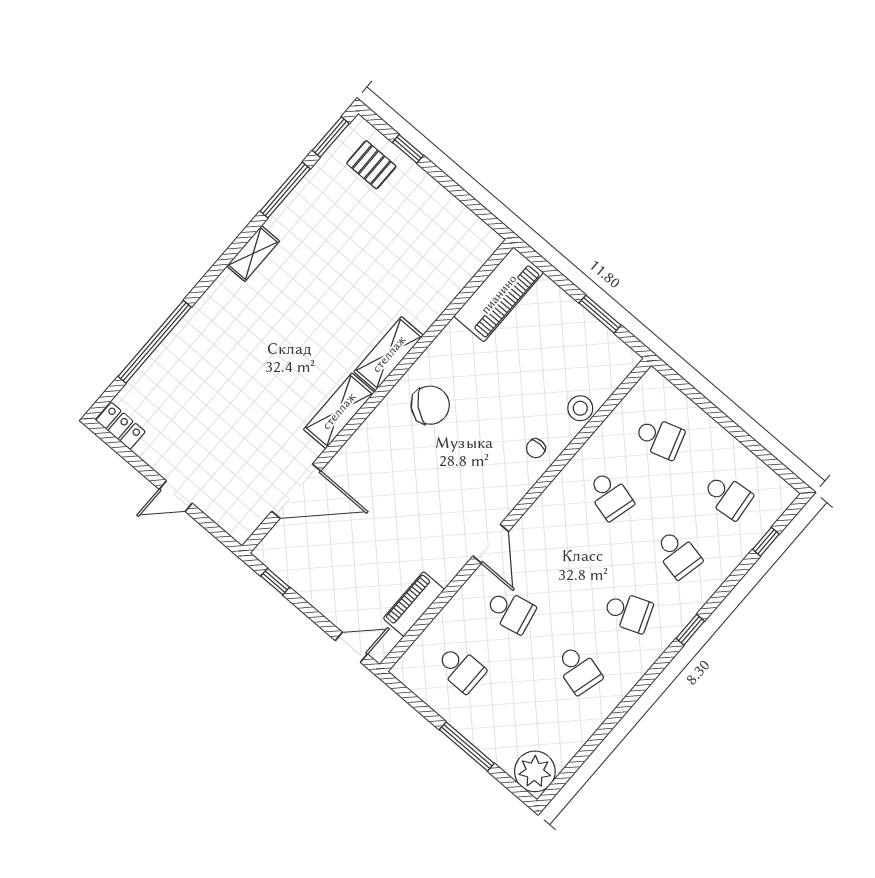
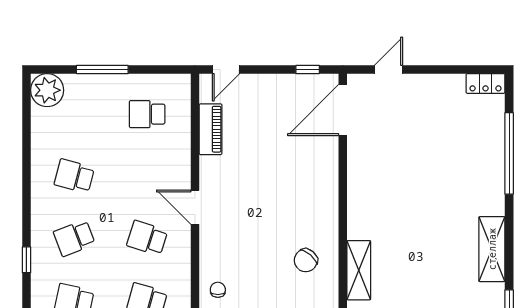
shelving: (253, 254) -> (492, 249), width x1.50, depth x1.33
chair: (430, 405) -> (306, 260), width x0.73, depth x0.73
shelving: (339, 411) -> (359, 209), removed
door: (296, 491) -> (343, 110), moved
door: (176, 496) -> (388, 69), moved
school desk: (510, 611) -> (147, 238), moved, turned 30

